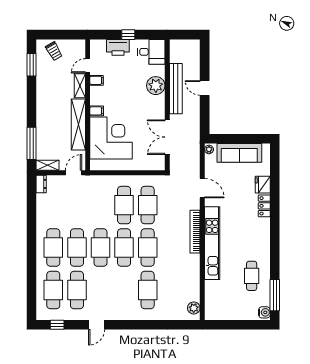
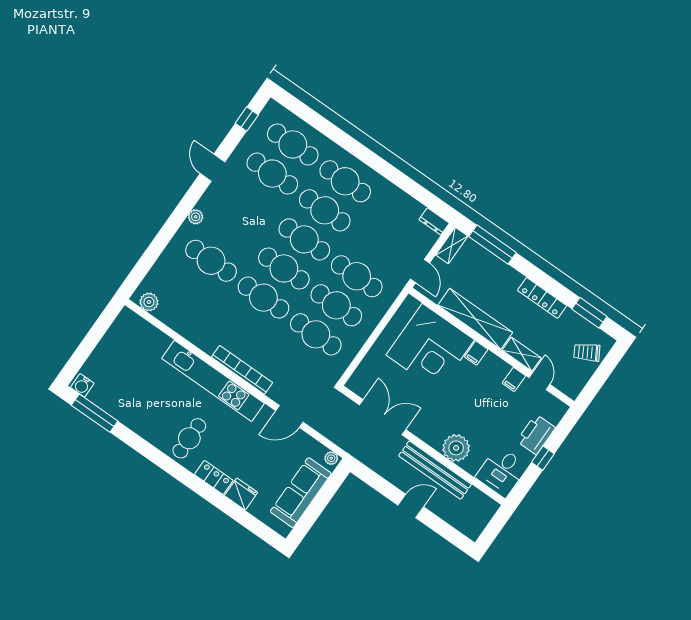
locker: (42, 96) -> (542, 298), added
cafe table: (100, 205) -> (357, 276), added
cafe table: (252, 276) -> (189, 438), moved, turned 90
plant: (130, 315) -> (196, 217), added

